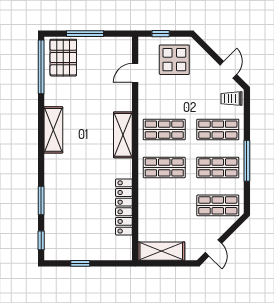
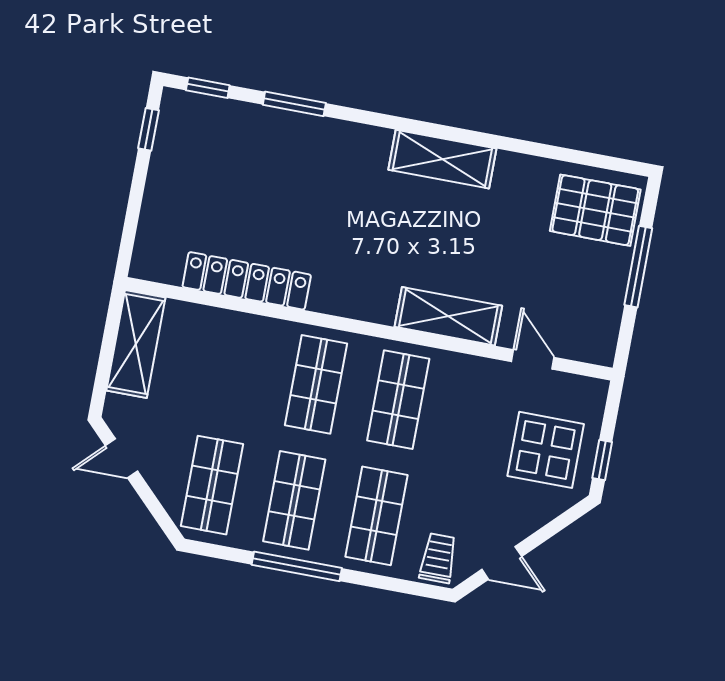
window: (161, 34) -> (602, 460), moved
window: (41, 67) -> (584, 158), removed
shelving: (123, 135) -> (448, 316), moved
window: (80, 263) -> (148, 129), moved

